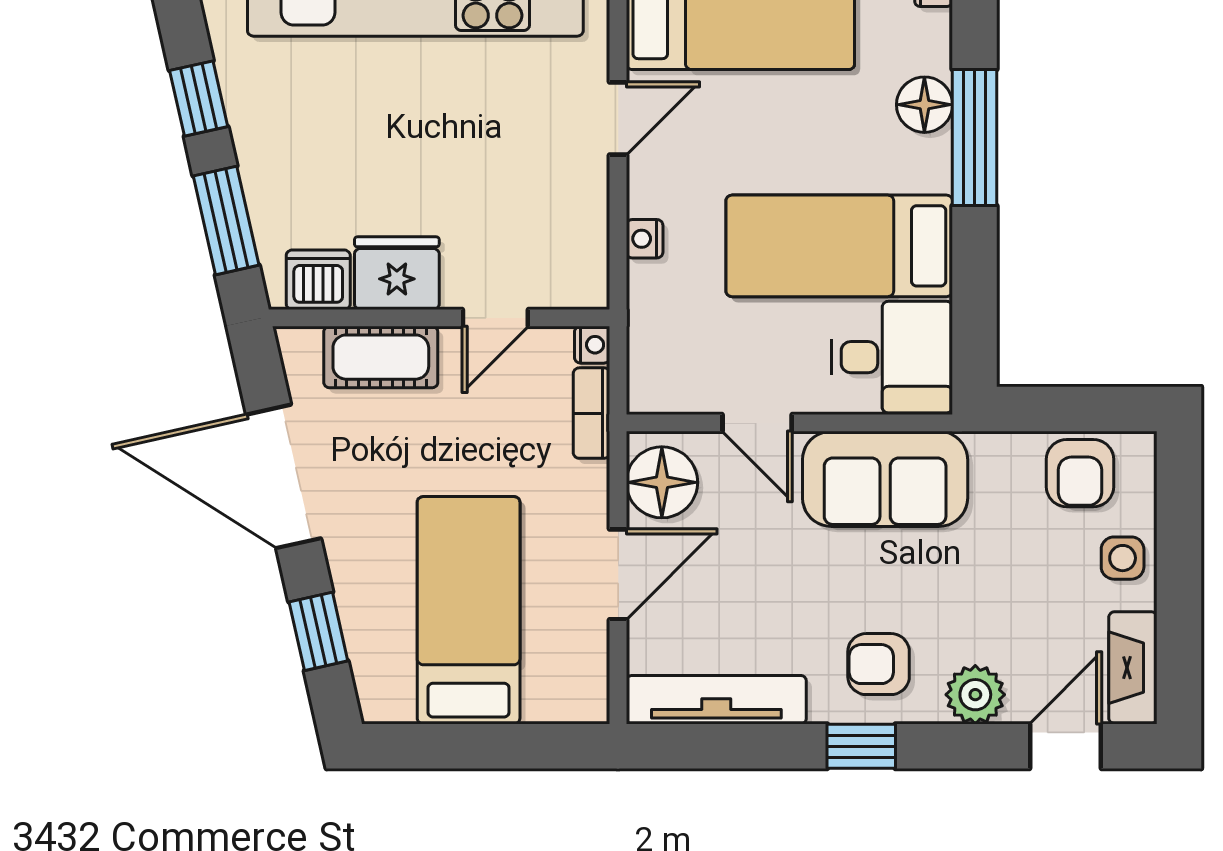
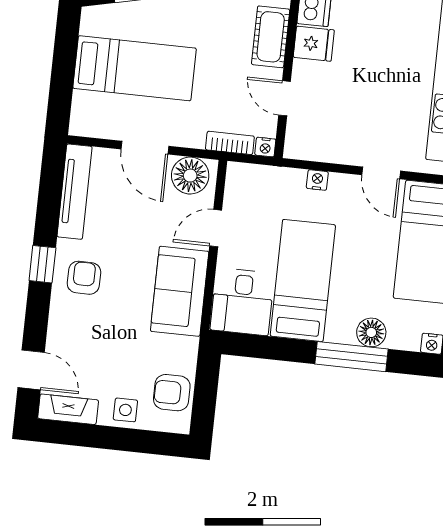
fridge: (397, 273) -> (314, 44), width x0.72
plant: (975, 695) -> (63, 326), removed

